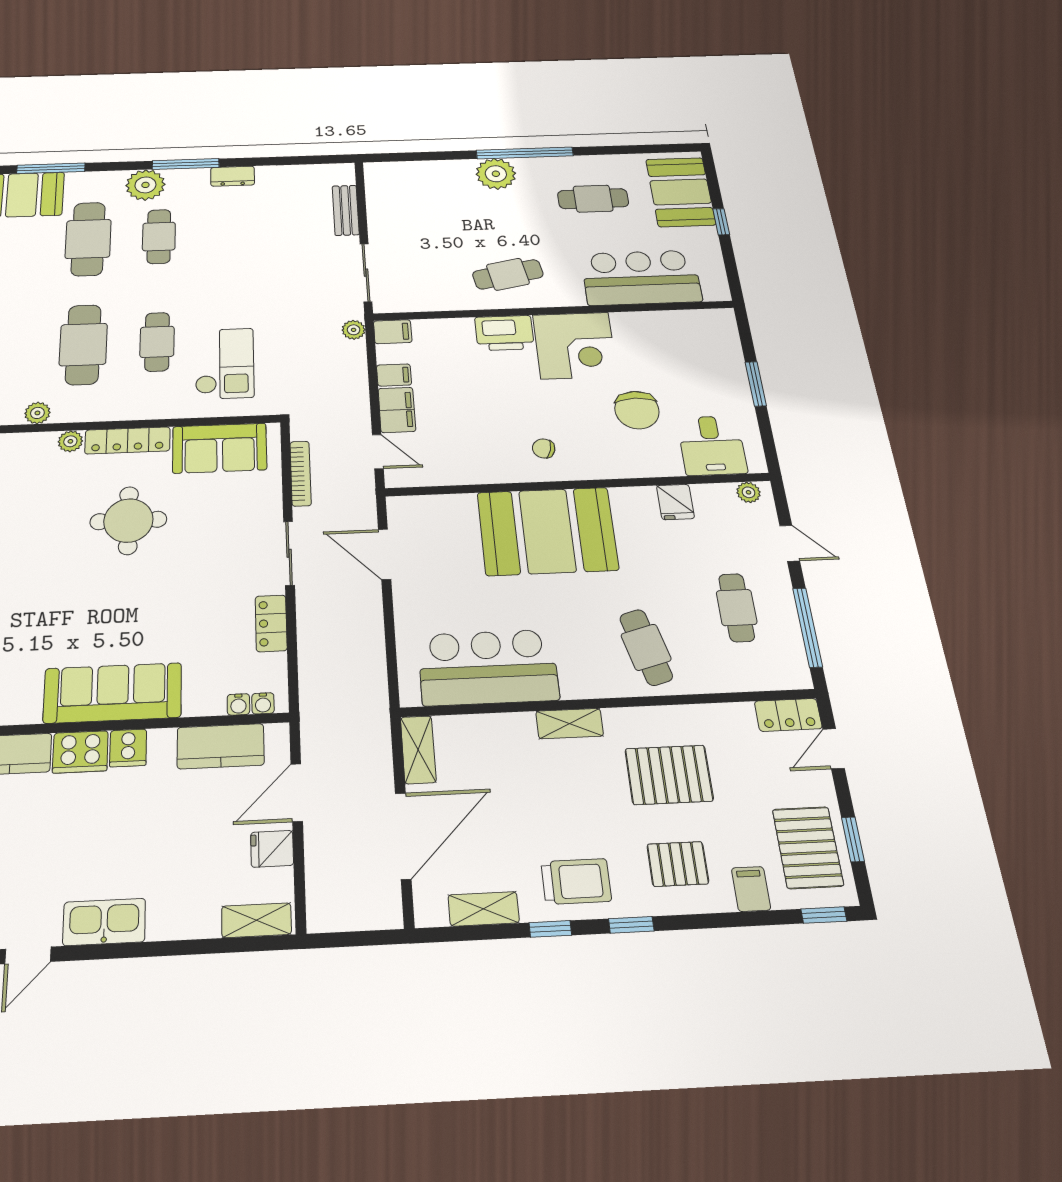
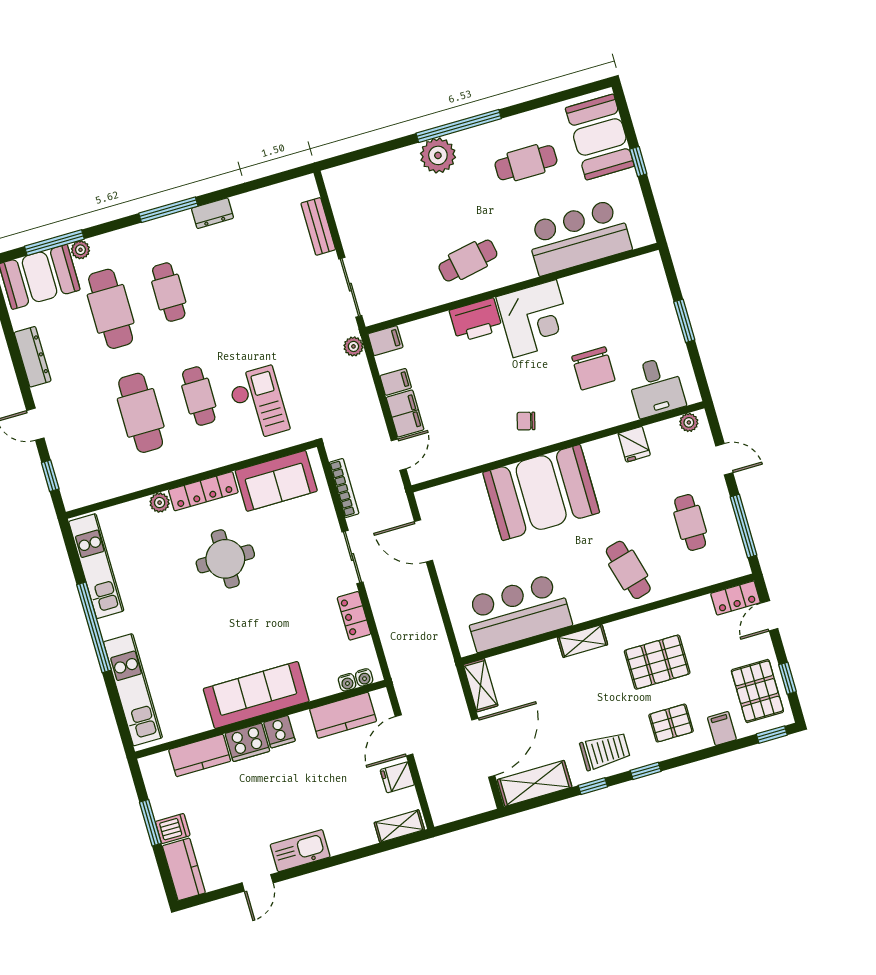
plant: (145, 185) -> (80, 250), moved, width x0.53, depth x0.53
plant: (37, 413) -> (126, 484), removed
door: (378, 452) -> (399, 455), hinge flipped
shelving: (484, 909) -> (535, 783), width x1.50, depth x1.33

